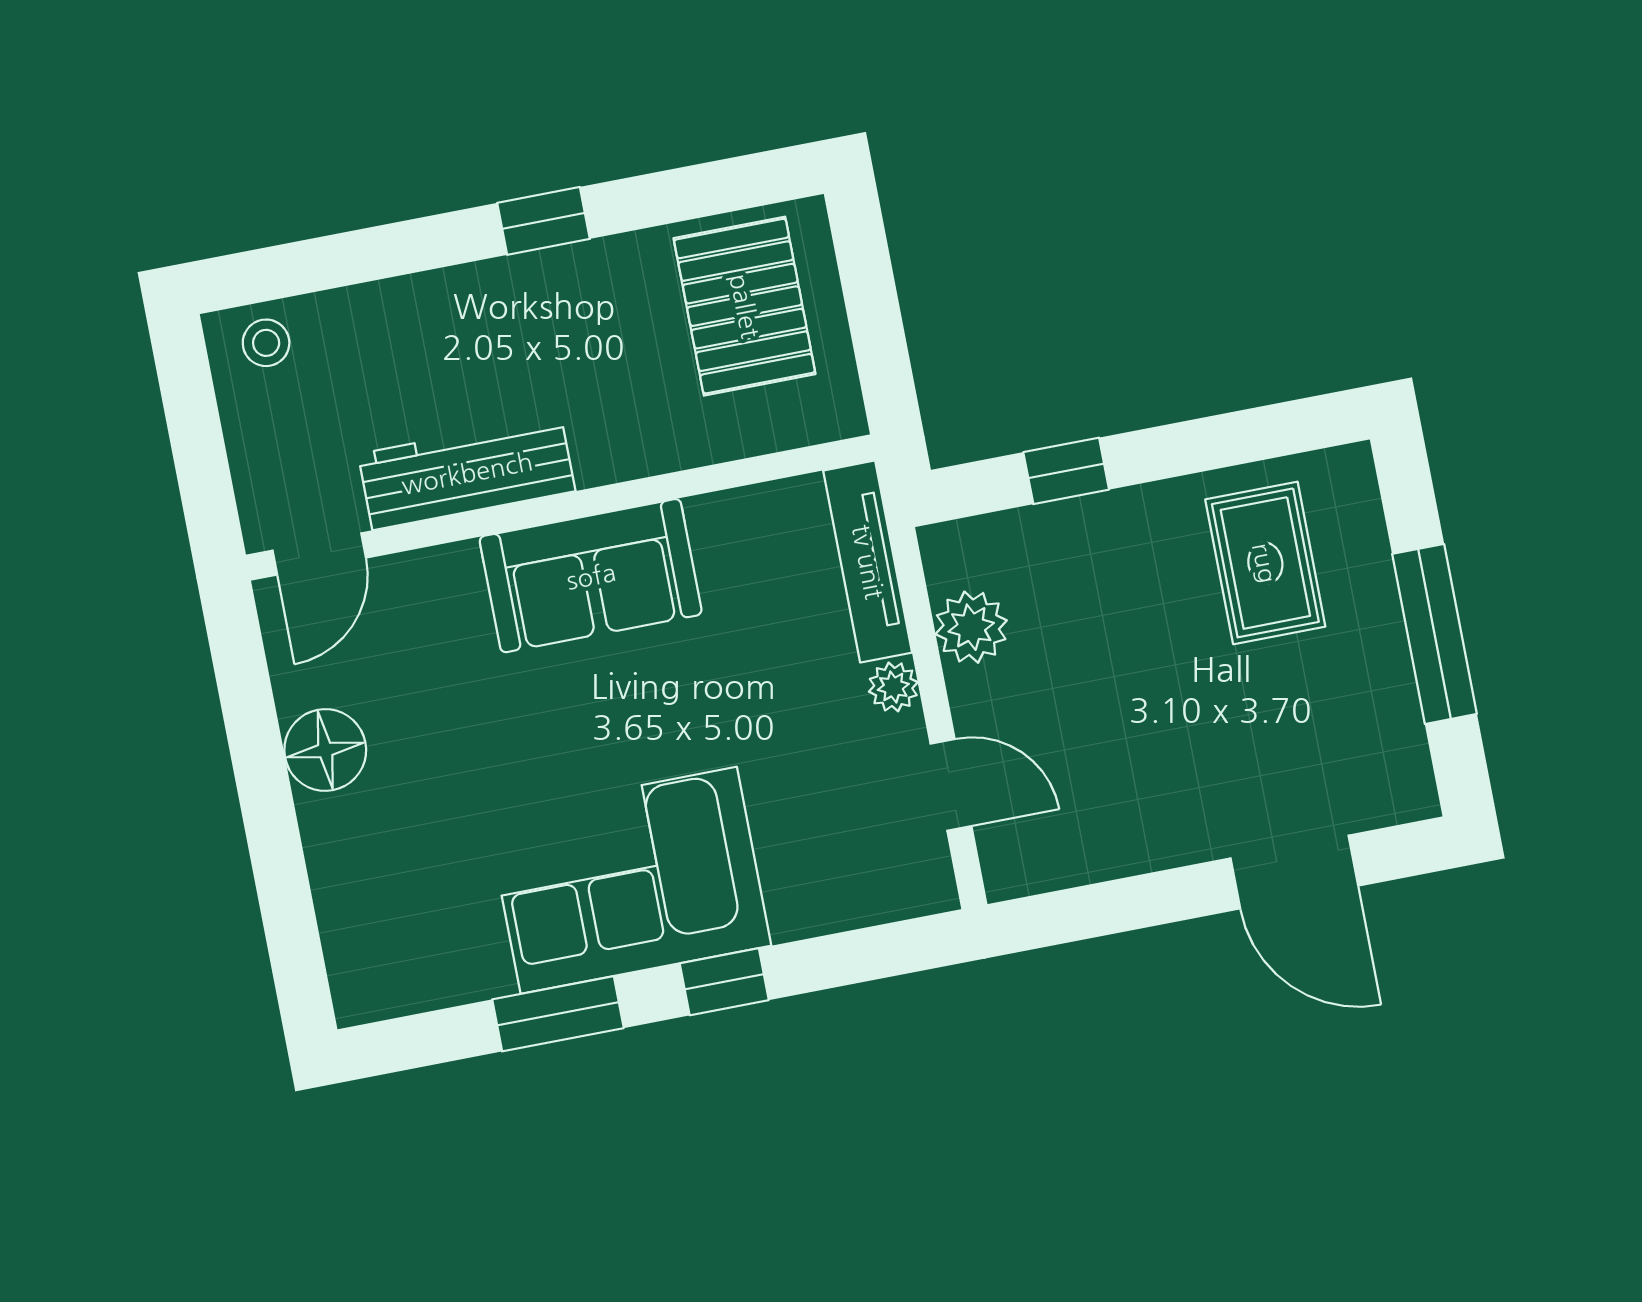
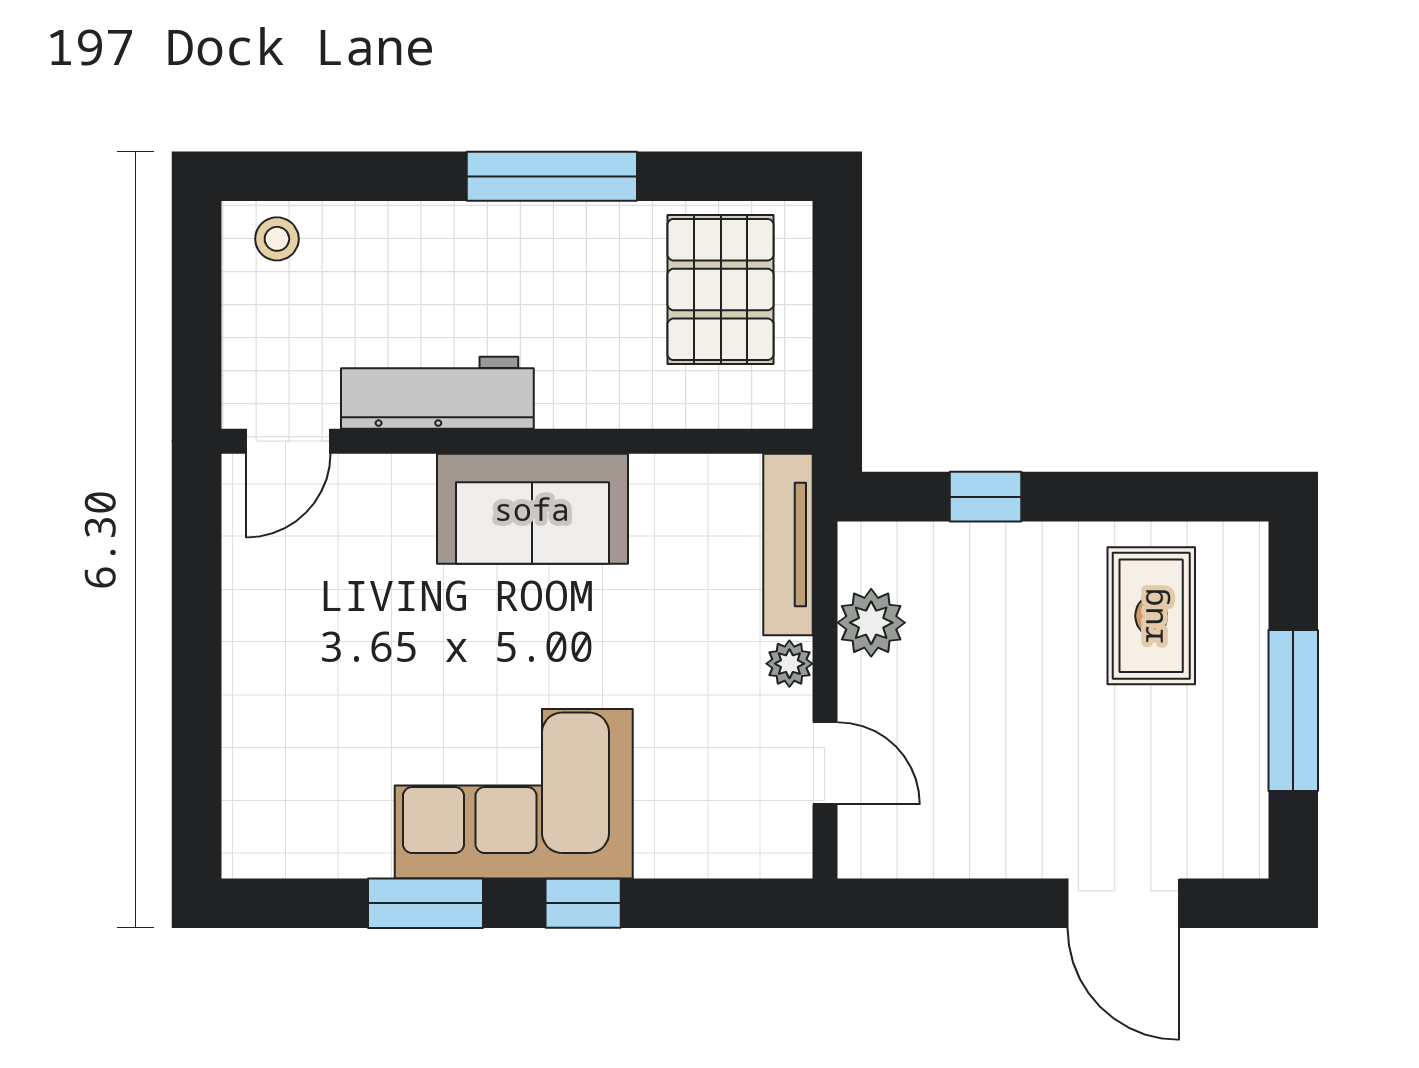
window: (544, 221) -> (552, 176), width x2.17
floor lamp: (325, 750) -> (259, 621), removed

